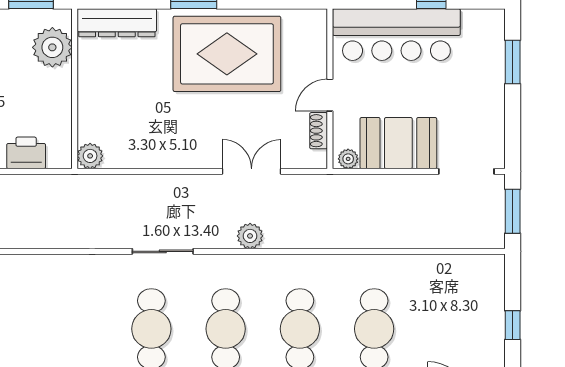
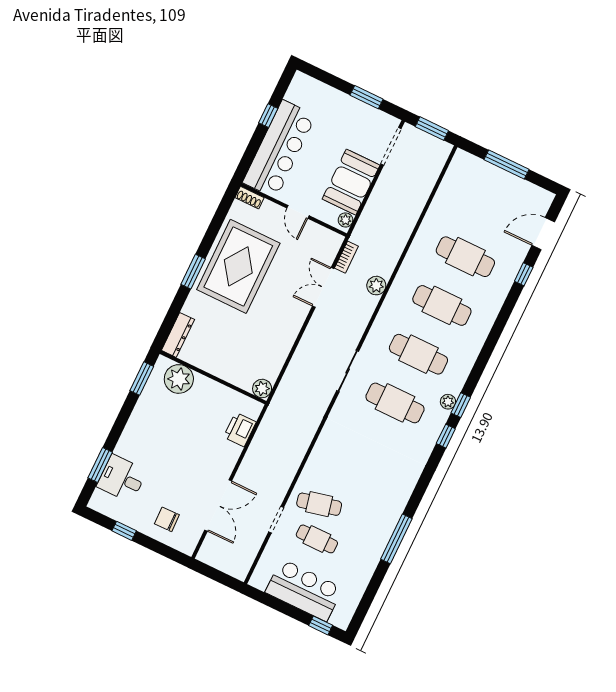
dresser: (117, 23) -> (178, 335), width x0.73, depth x0.80
window: (513, 62) -> (366, 97), moved
shoe rack: (319, 131) -> (249, 198), moved
bookcase: (303, 182) -> (346, 257), added
plant: (250, 236) -> (376, 286), moved
window: (513, 325) -> (507, 165), width x2.17

